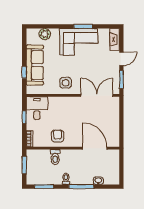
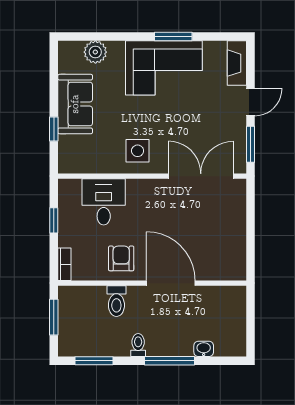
sofa: (35, 65) -> (75, 104), width x0.73
desk: (37, 108) -> (104, 202), moved
door: (95, 148) -> (171, 283), moved

